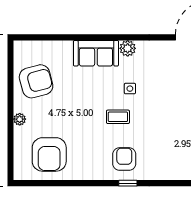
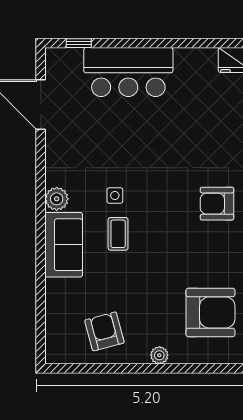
armchair: (36, 81) -> (104, 331), width x0.73, depth x0.73
coffee table: (118, 117) -> (118, 234), moved

